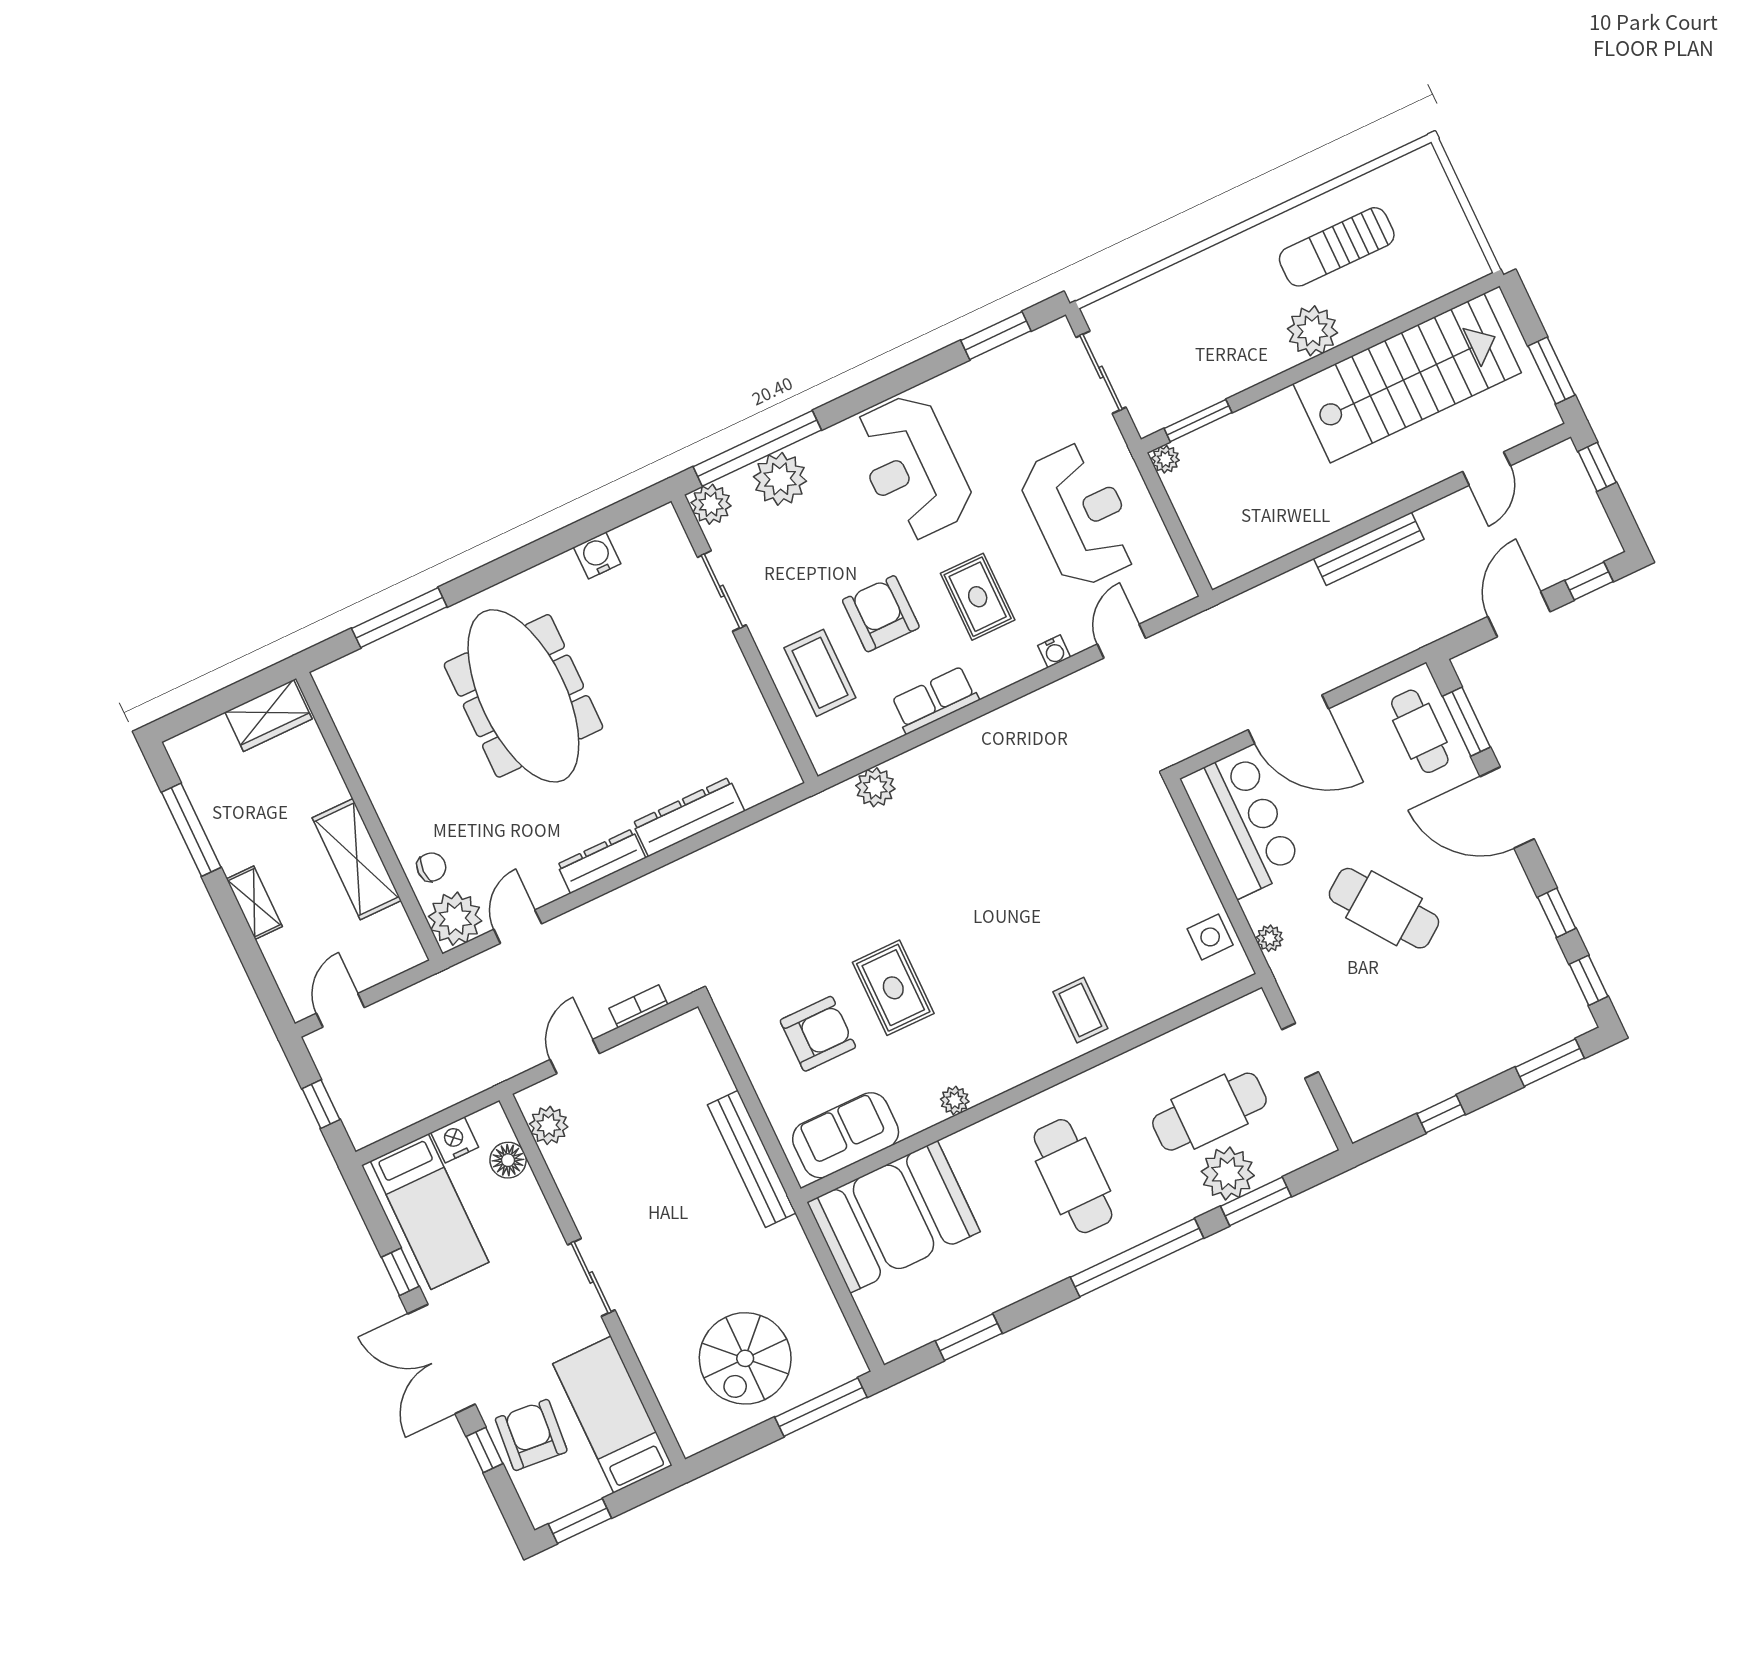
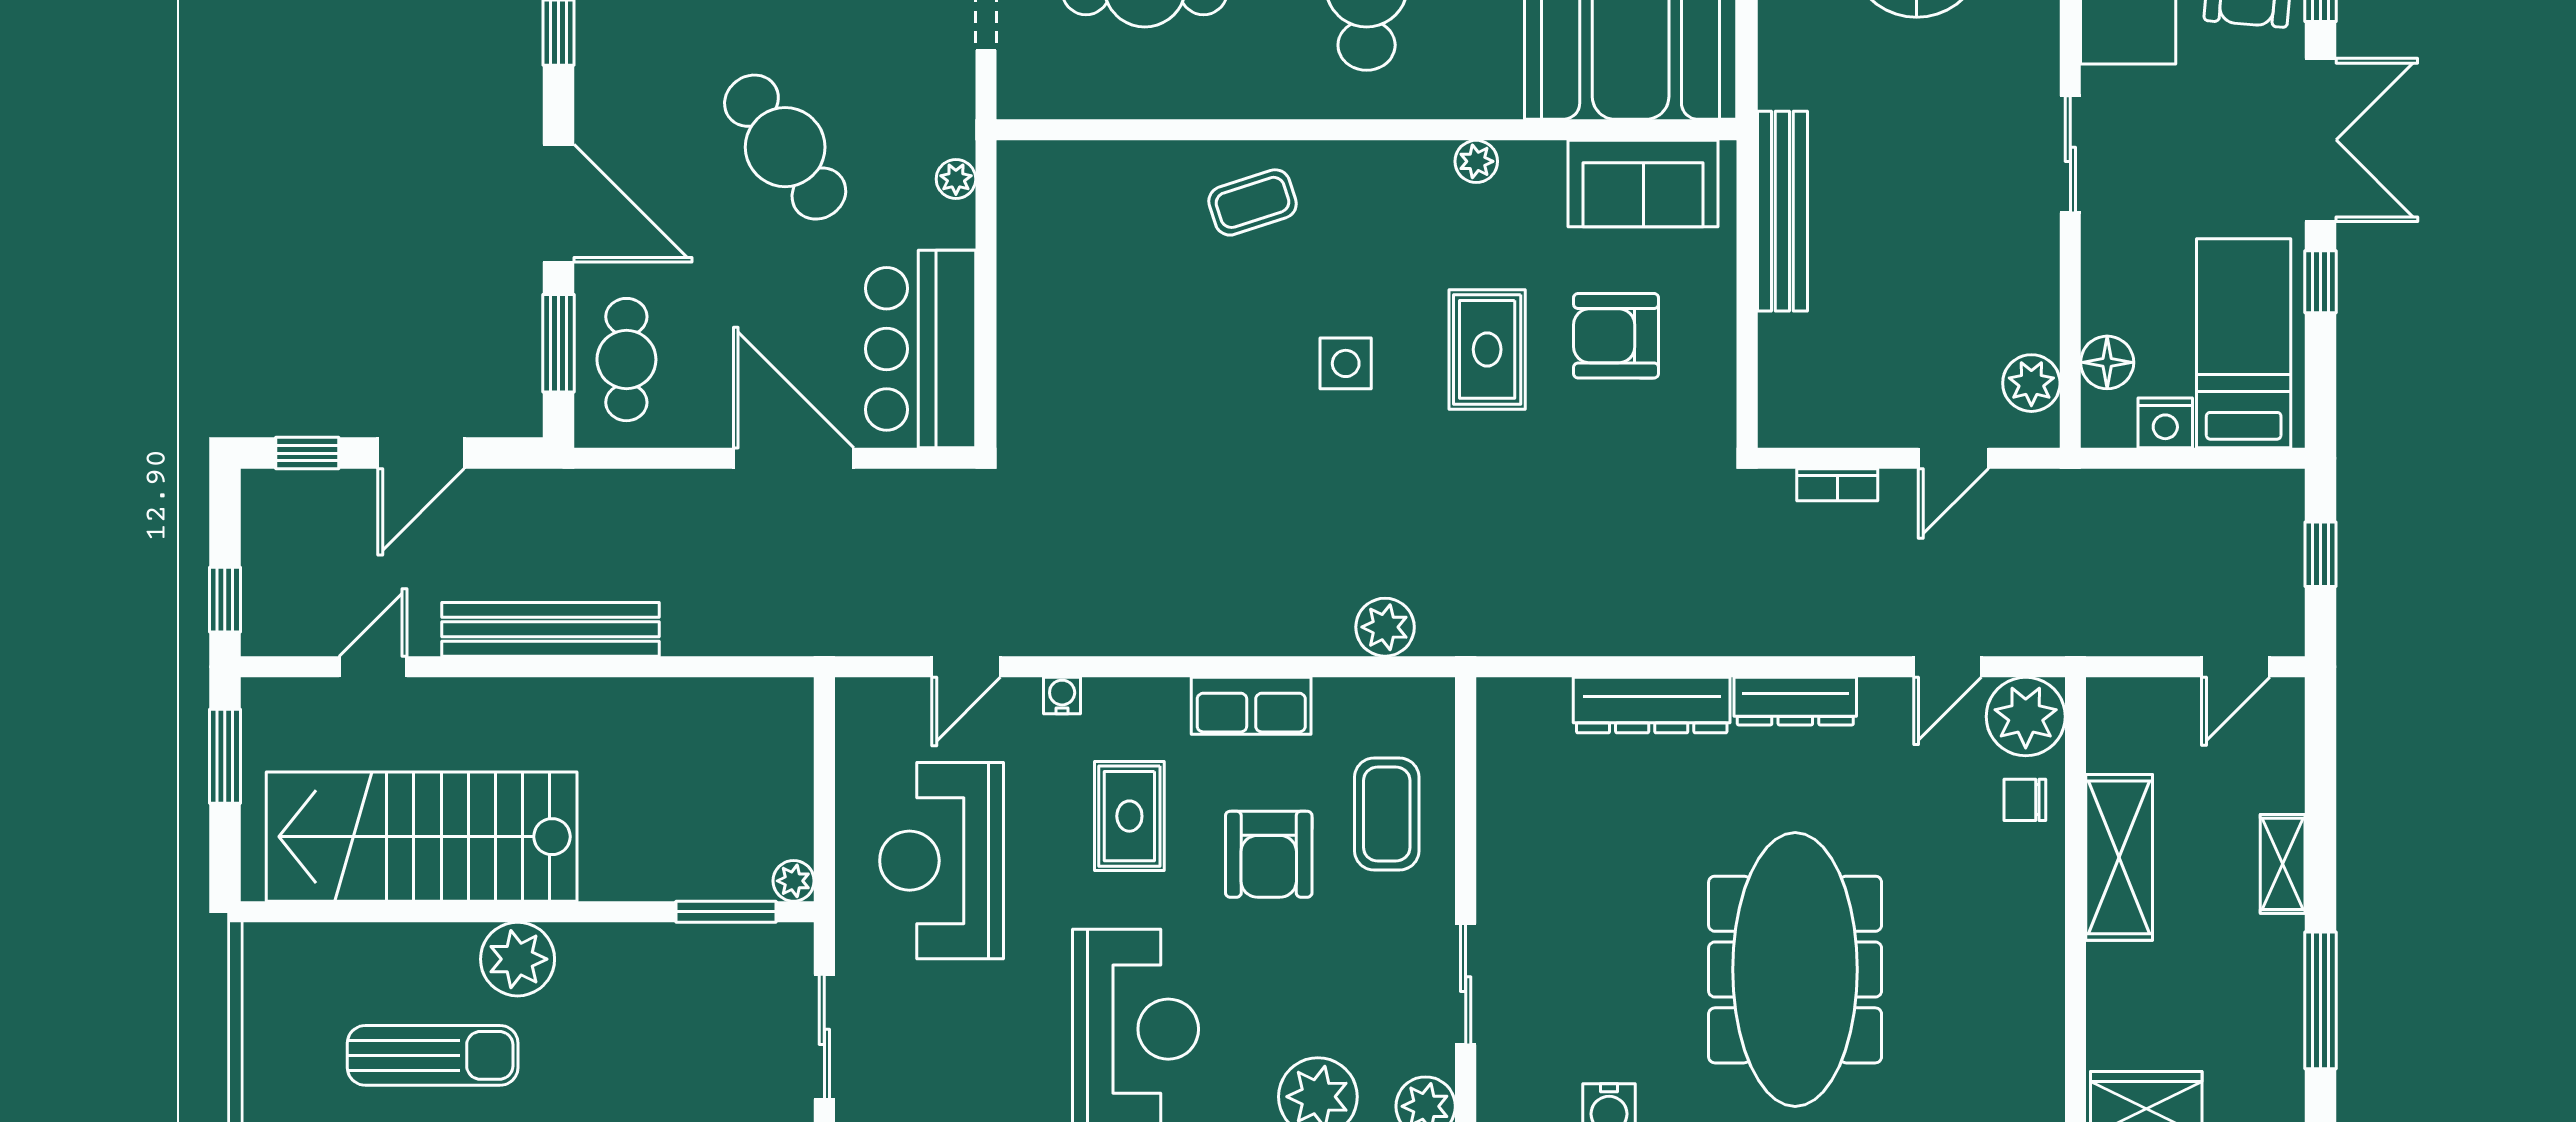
bench: (1369, 549) -> (550, 629), width x1.37, depth x1.21
side table: (1210, 937) -> (1346, 363), moved
coffee table: (1080, 1010) -> (1253, 202), turned 72

